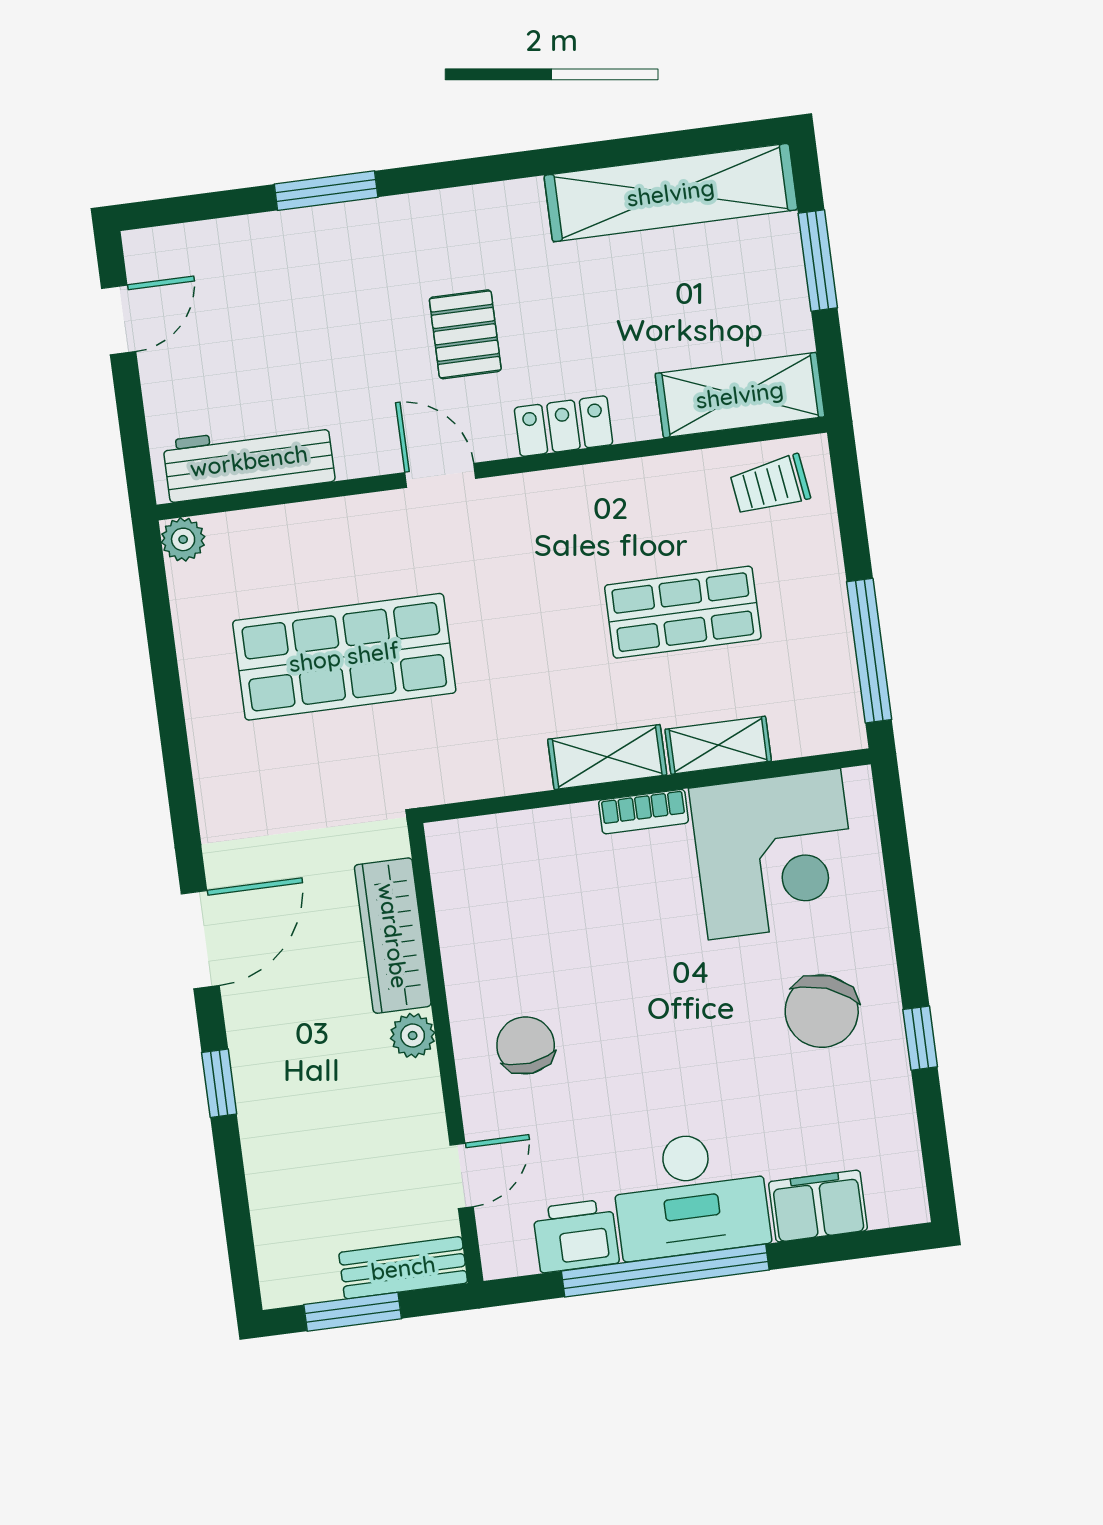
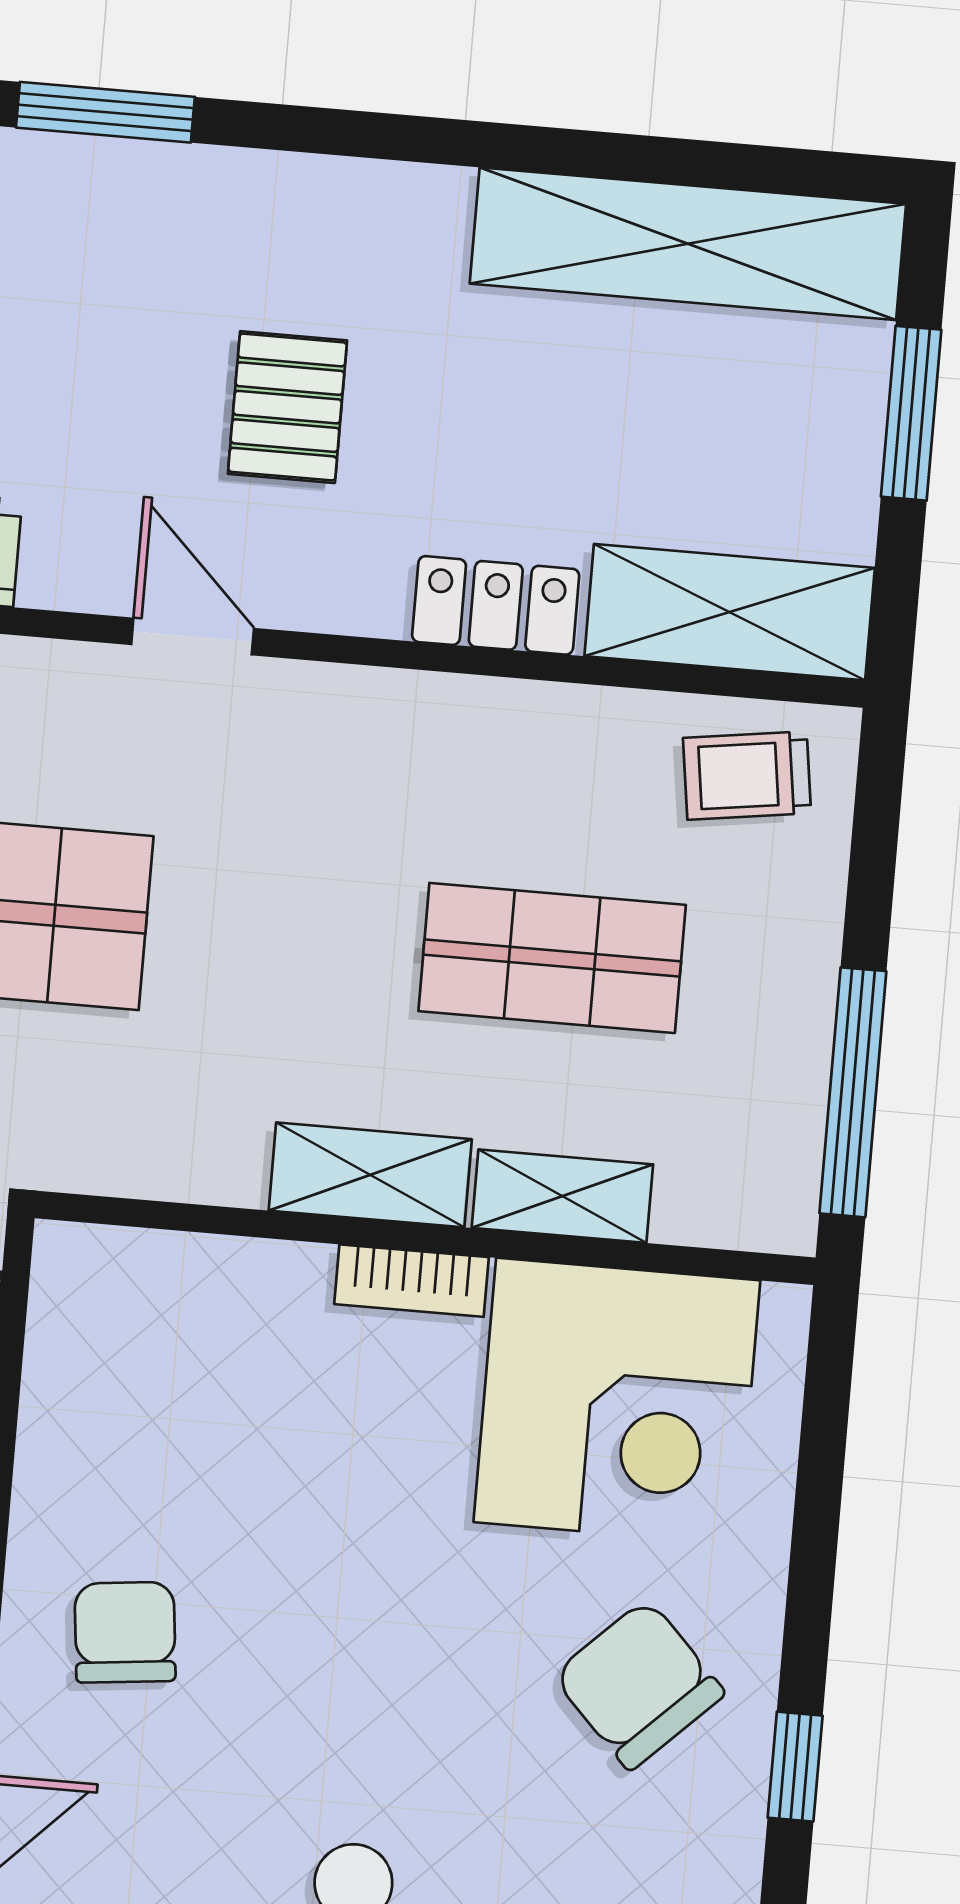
locker: (564, 426) -> (496, 605), moved
chair: (822, 1011) -> (639, 1684), turned 116

